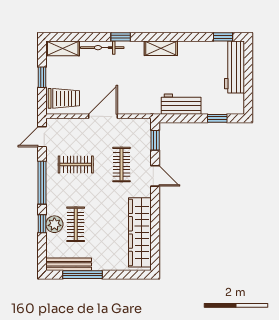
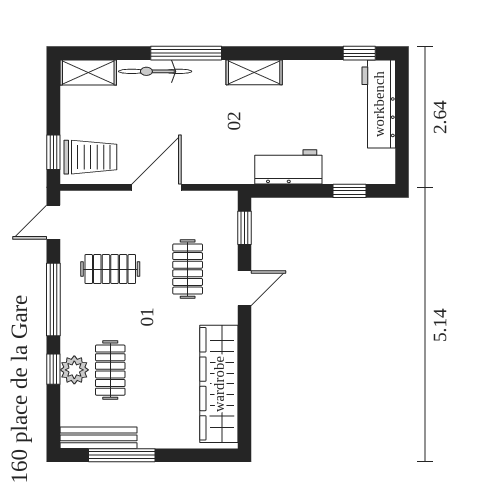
window: (121, 37) -> (186, 53), width x2.17
window: (42, 77) -> (53, 152), moved
door: (155, 176) -> (245, 288), hinge flipped

